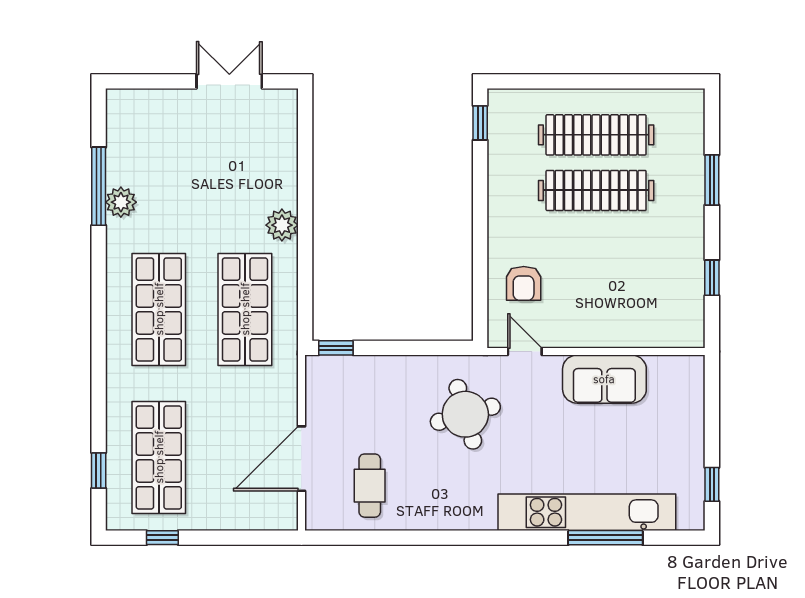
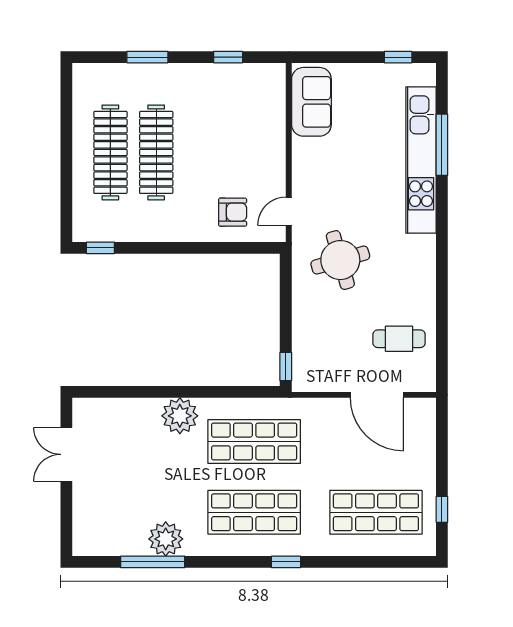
plant: (121, 202) -> (166, 539), width x1.36, depth x1.36
plant: (282, 225) -> (180, 416), width x1.36, depth x1.36
sofa: (604, 379) -> (311, 102), moved
window: (99, 471) -> (286, 562), moved

